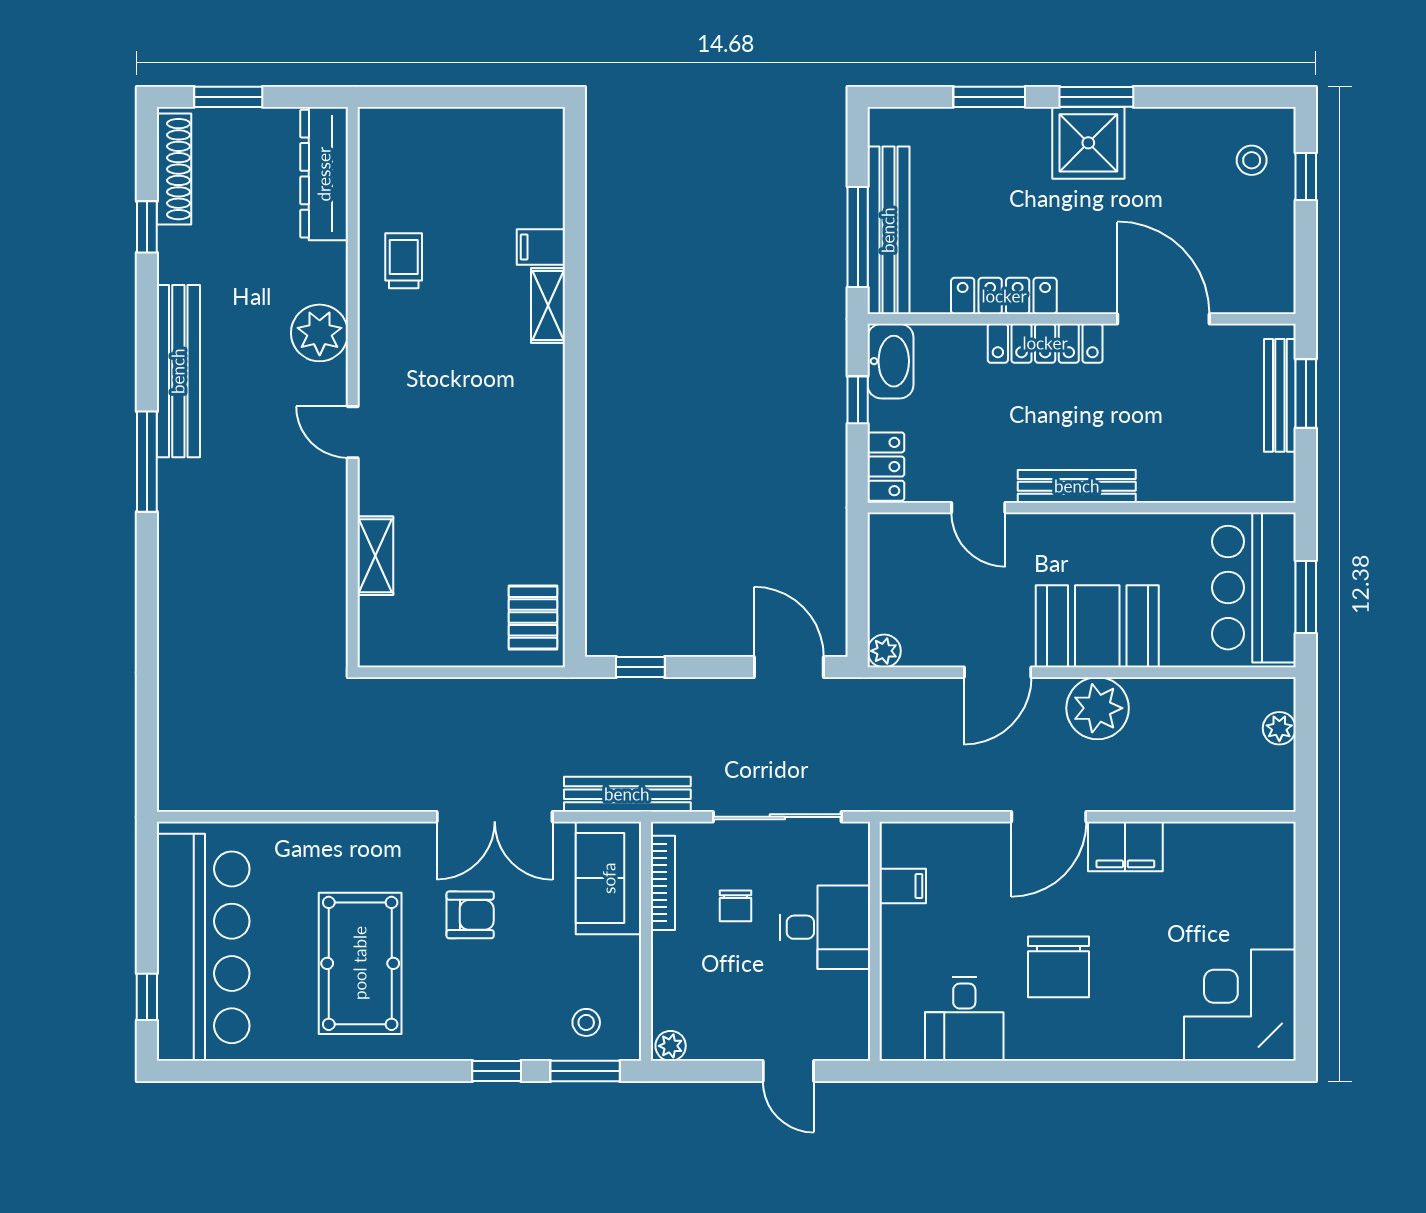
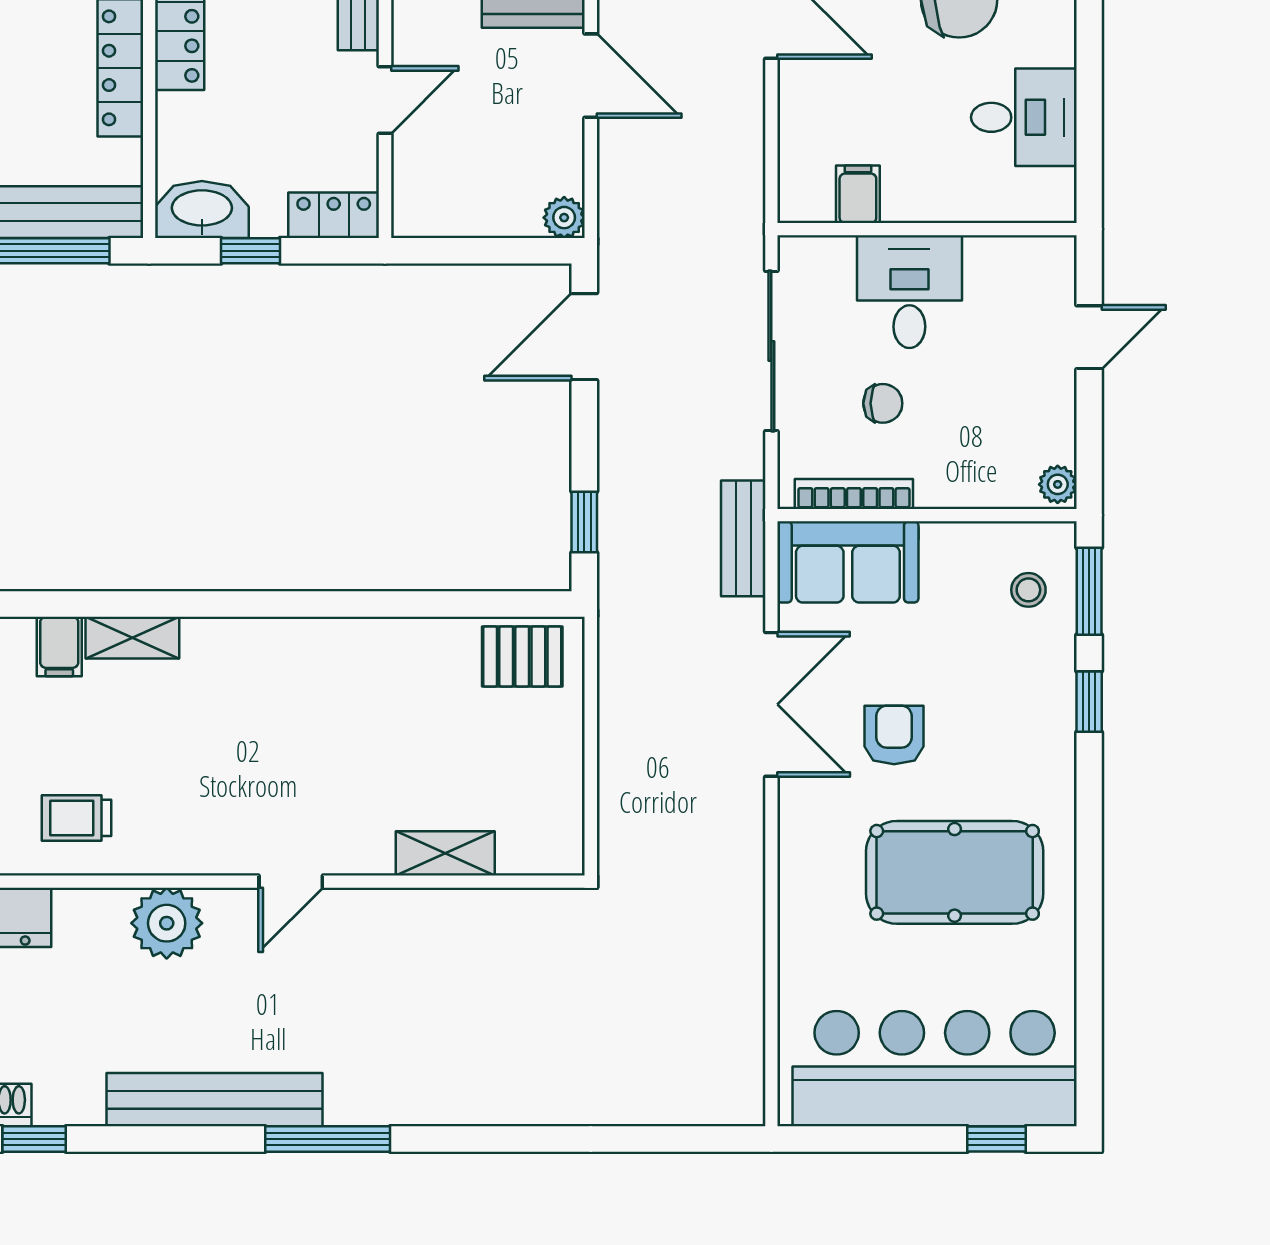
bench: (627, 794) -> (743, 538), width x0.73

